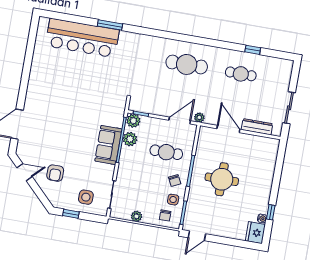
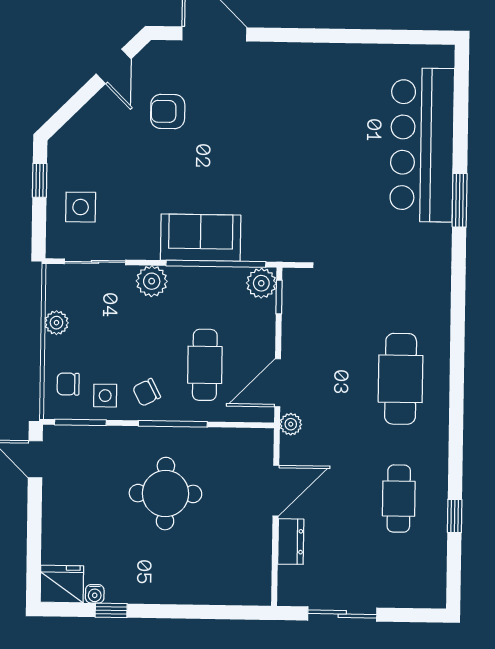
door: (180, 120) -> (278, 383), swing flipped
dresser: (257, 127) -> (291, 542), width x0.70
plant: (130, 139) -> (152, 281), moved
armchair: (55, 173) -> (168, 111), moved

